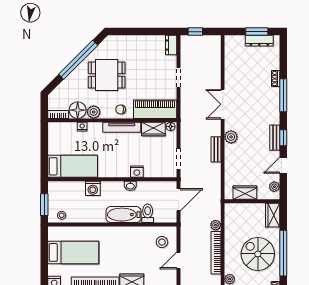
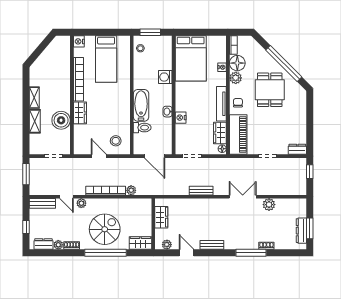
plant: (231, 137) -> (269, 205), moved
window: (283, 138) -> (212, 253), removed
bed: (73, 166) -> (191, 58), width x1.50

